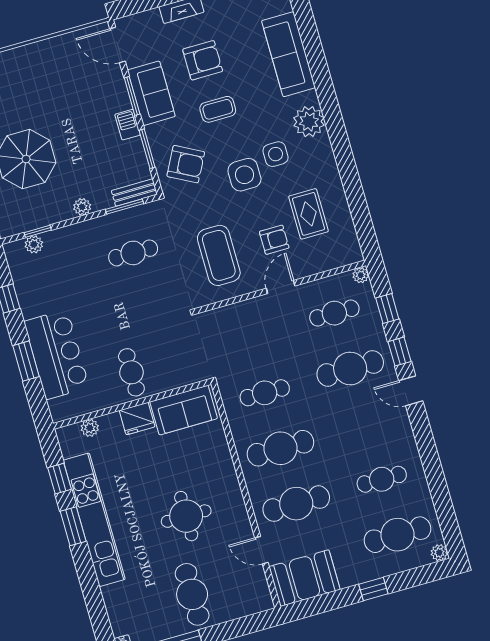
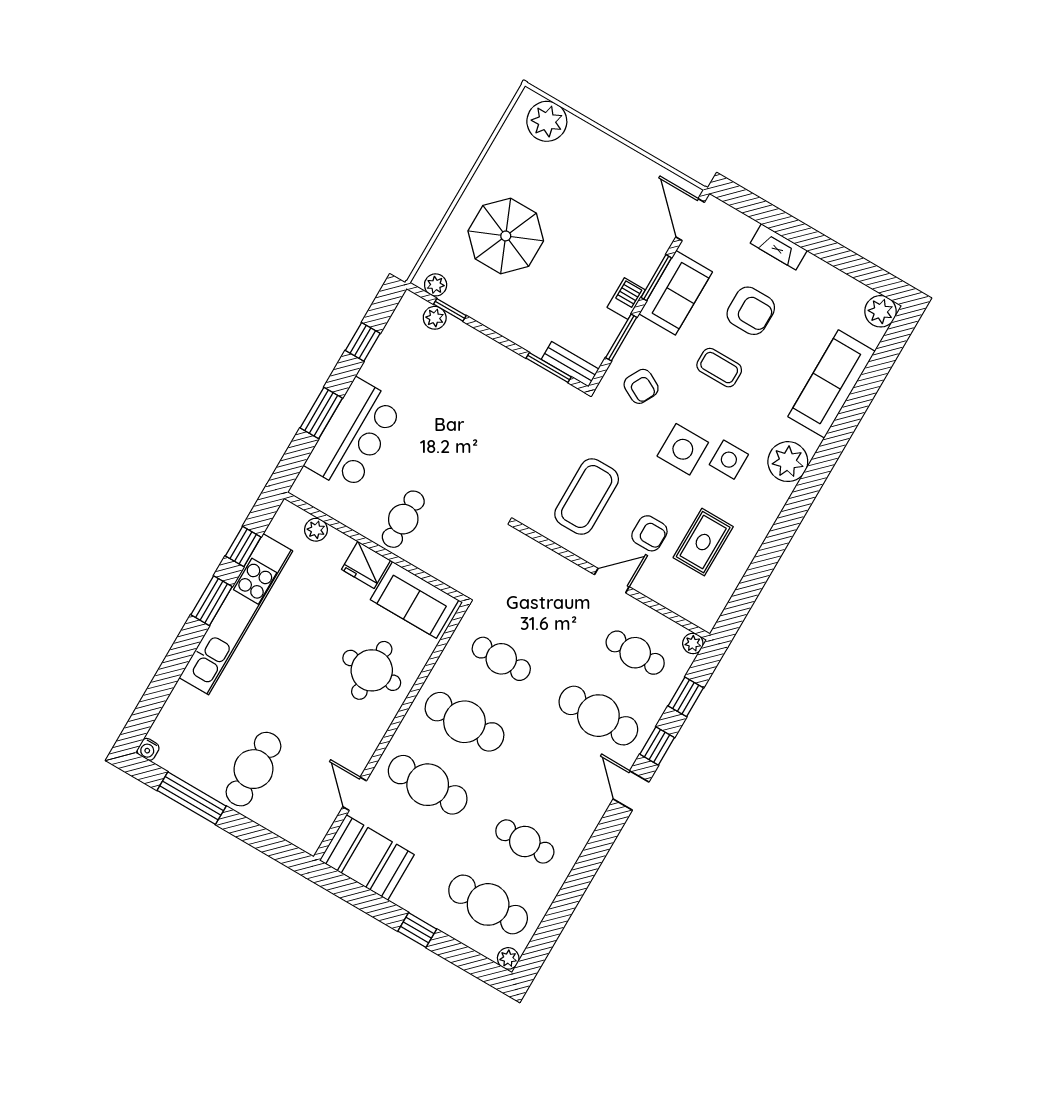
armchair: (186, 164) -> (641, 386), width x0.72, depth x0.72
plant: (82, 207) -> (436, 285), moved
cafe table: (133, 253) -> (514, 416), removed
round table: (186, 516) -> (372, 670), moved

